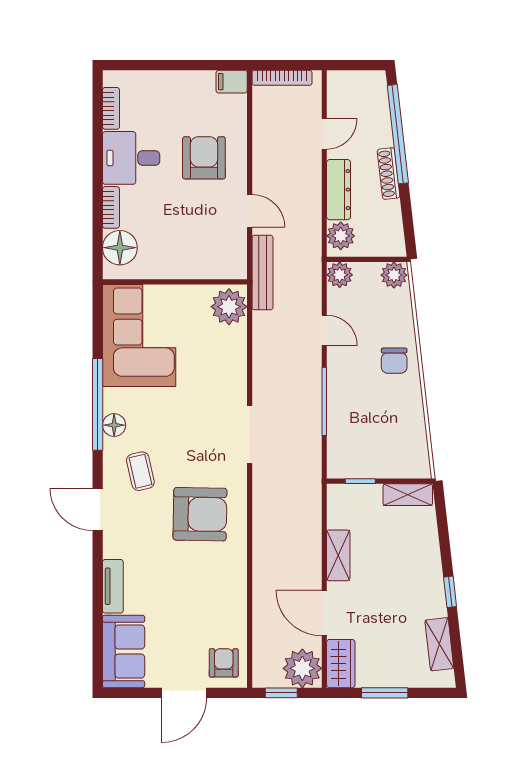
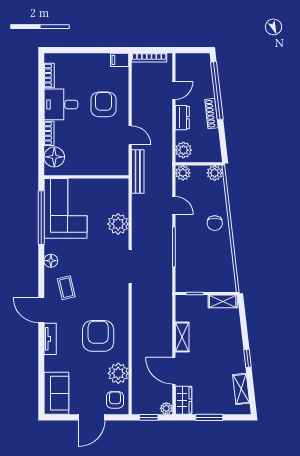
dresser: (339, 190) -> (182, 118), width x0.70
plant: (229, 307) -> (118, 224), moved
window: (98, 404) -> (41, 218), moved
armchair: (200, 514) -> (98, 336), moved, turned -91
tv unit: (113, 586) -> (50, 339), moved
plant: (229, 617) -> (118, 373), added
plant: (302, 668) -> (166, 408), width x0.53, depth x0.53

